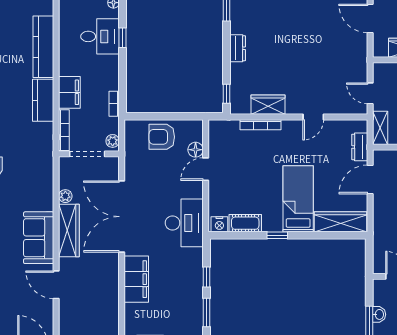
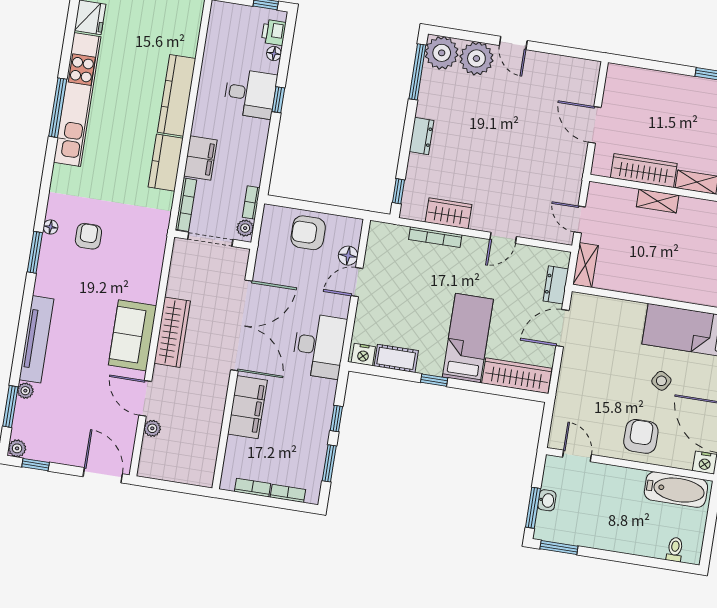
bookcase: (114, 104) -> (251, 203), moved
plant: (65, 196) -> (152, 428), moved
double door: (122, 217) -> (241, 325), swing flipped

